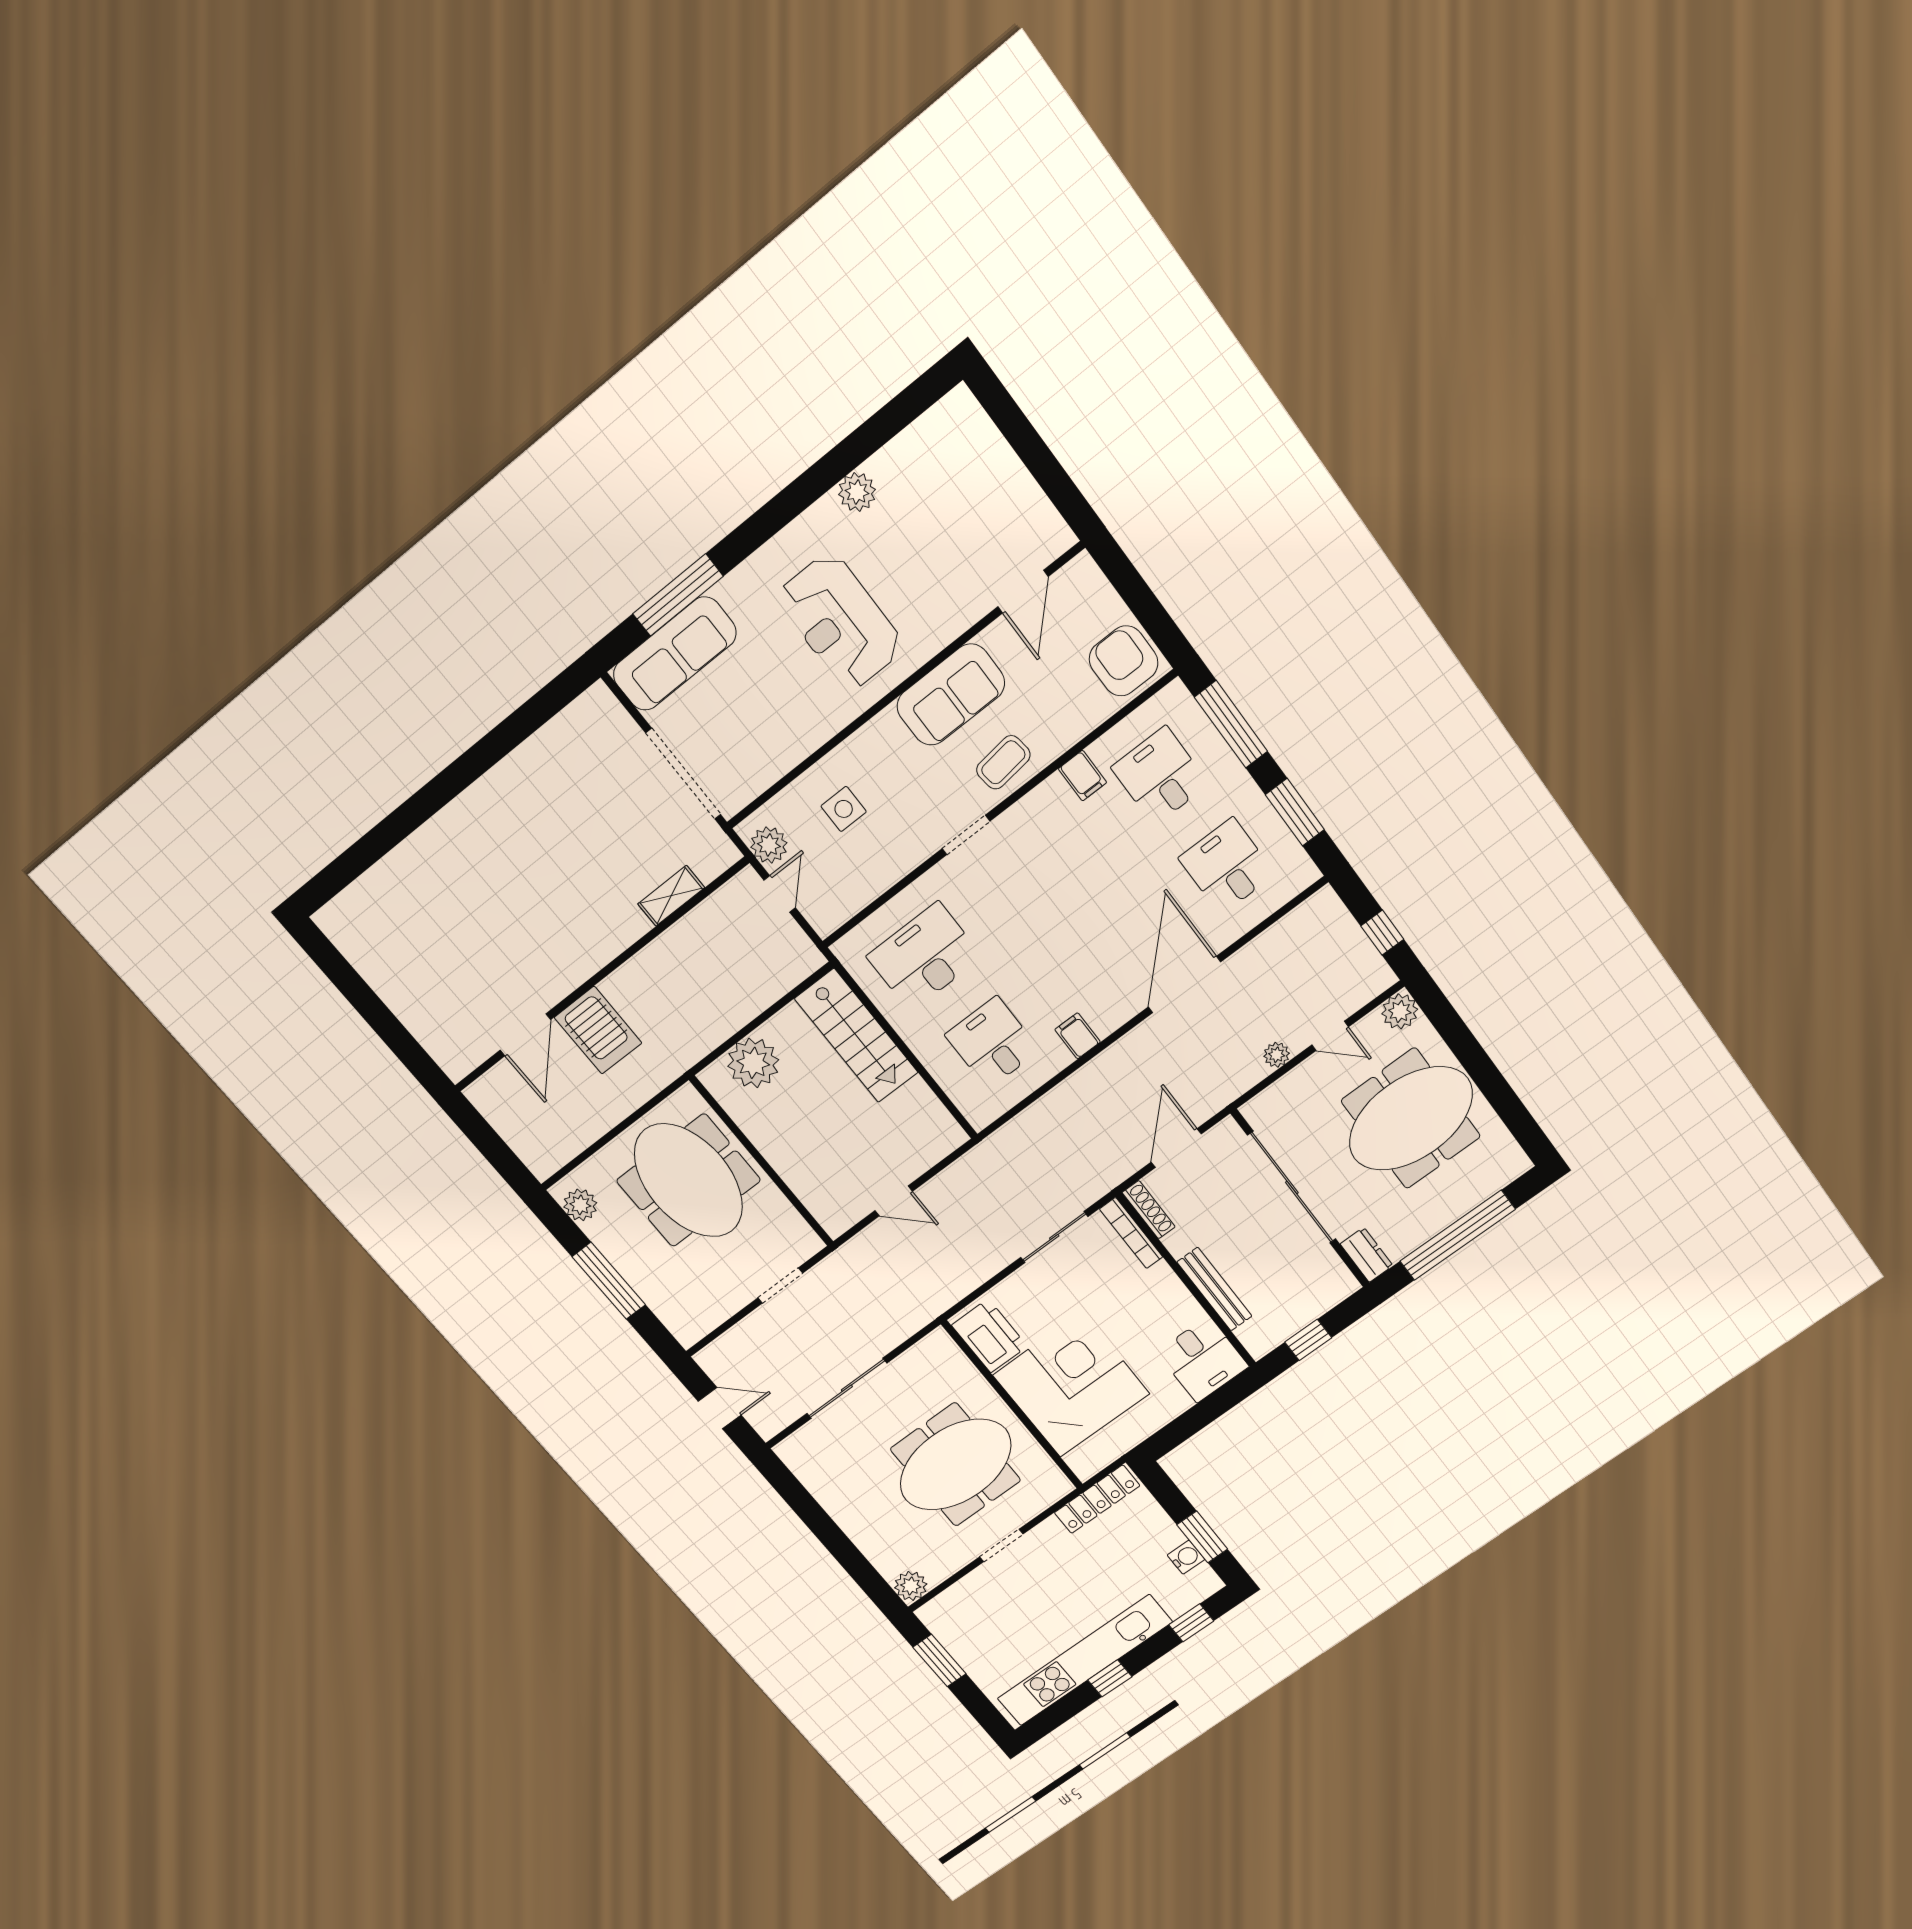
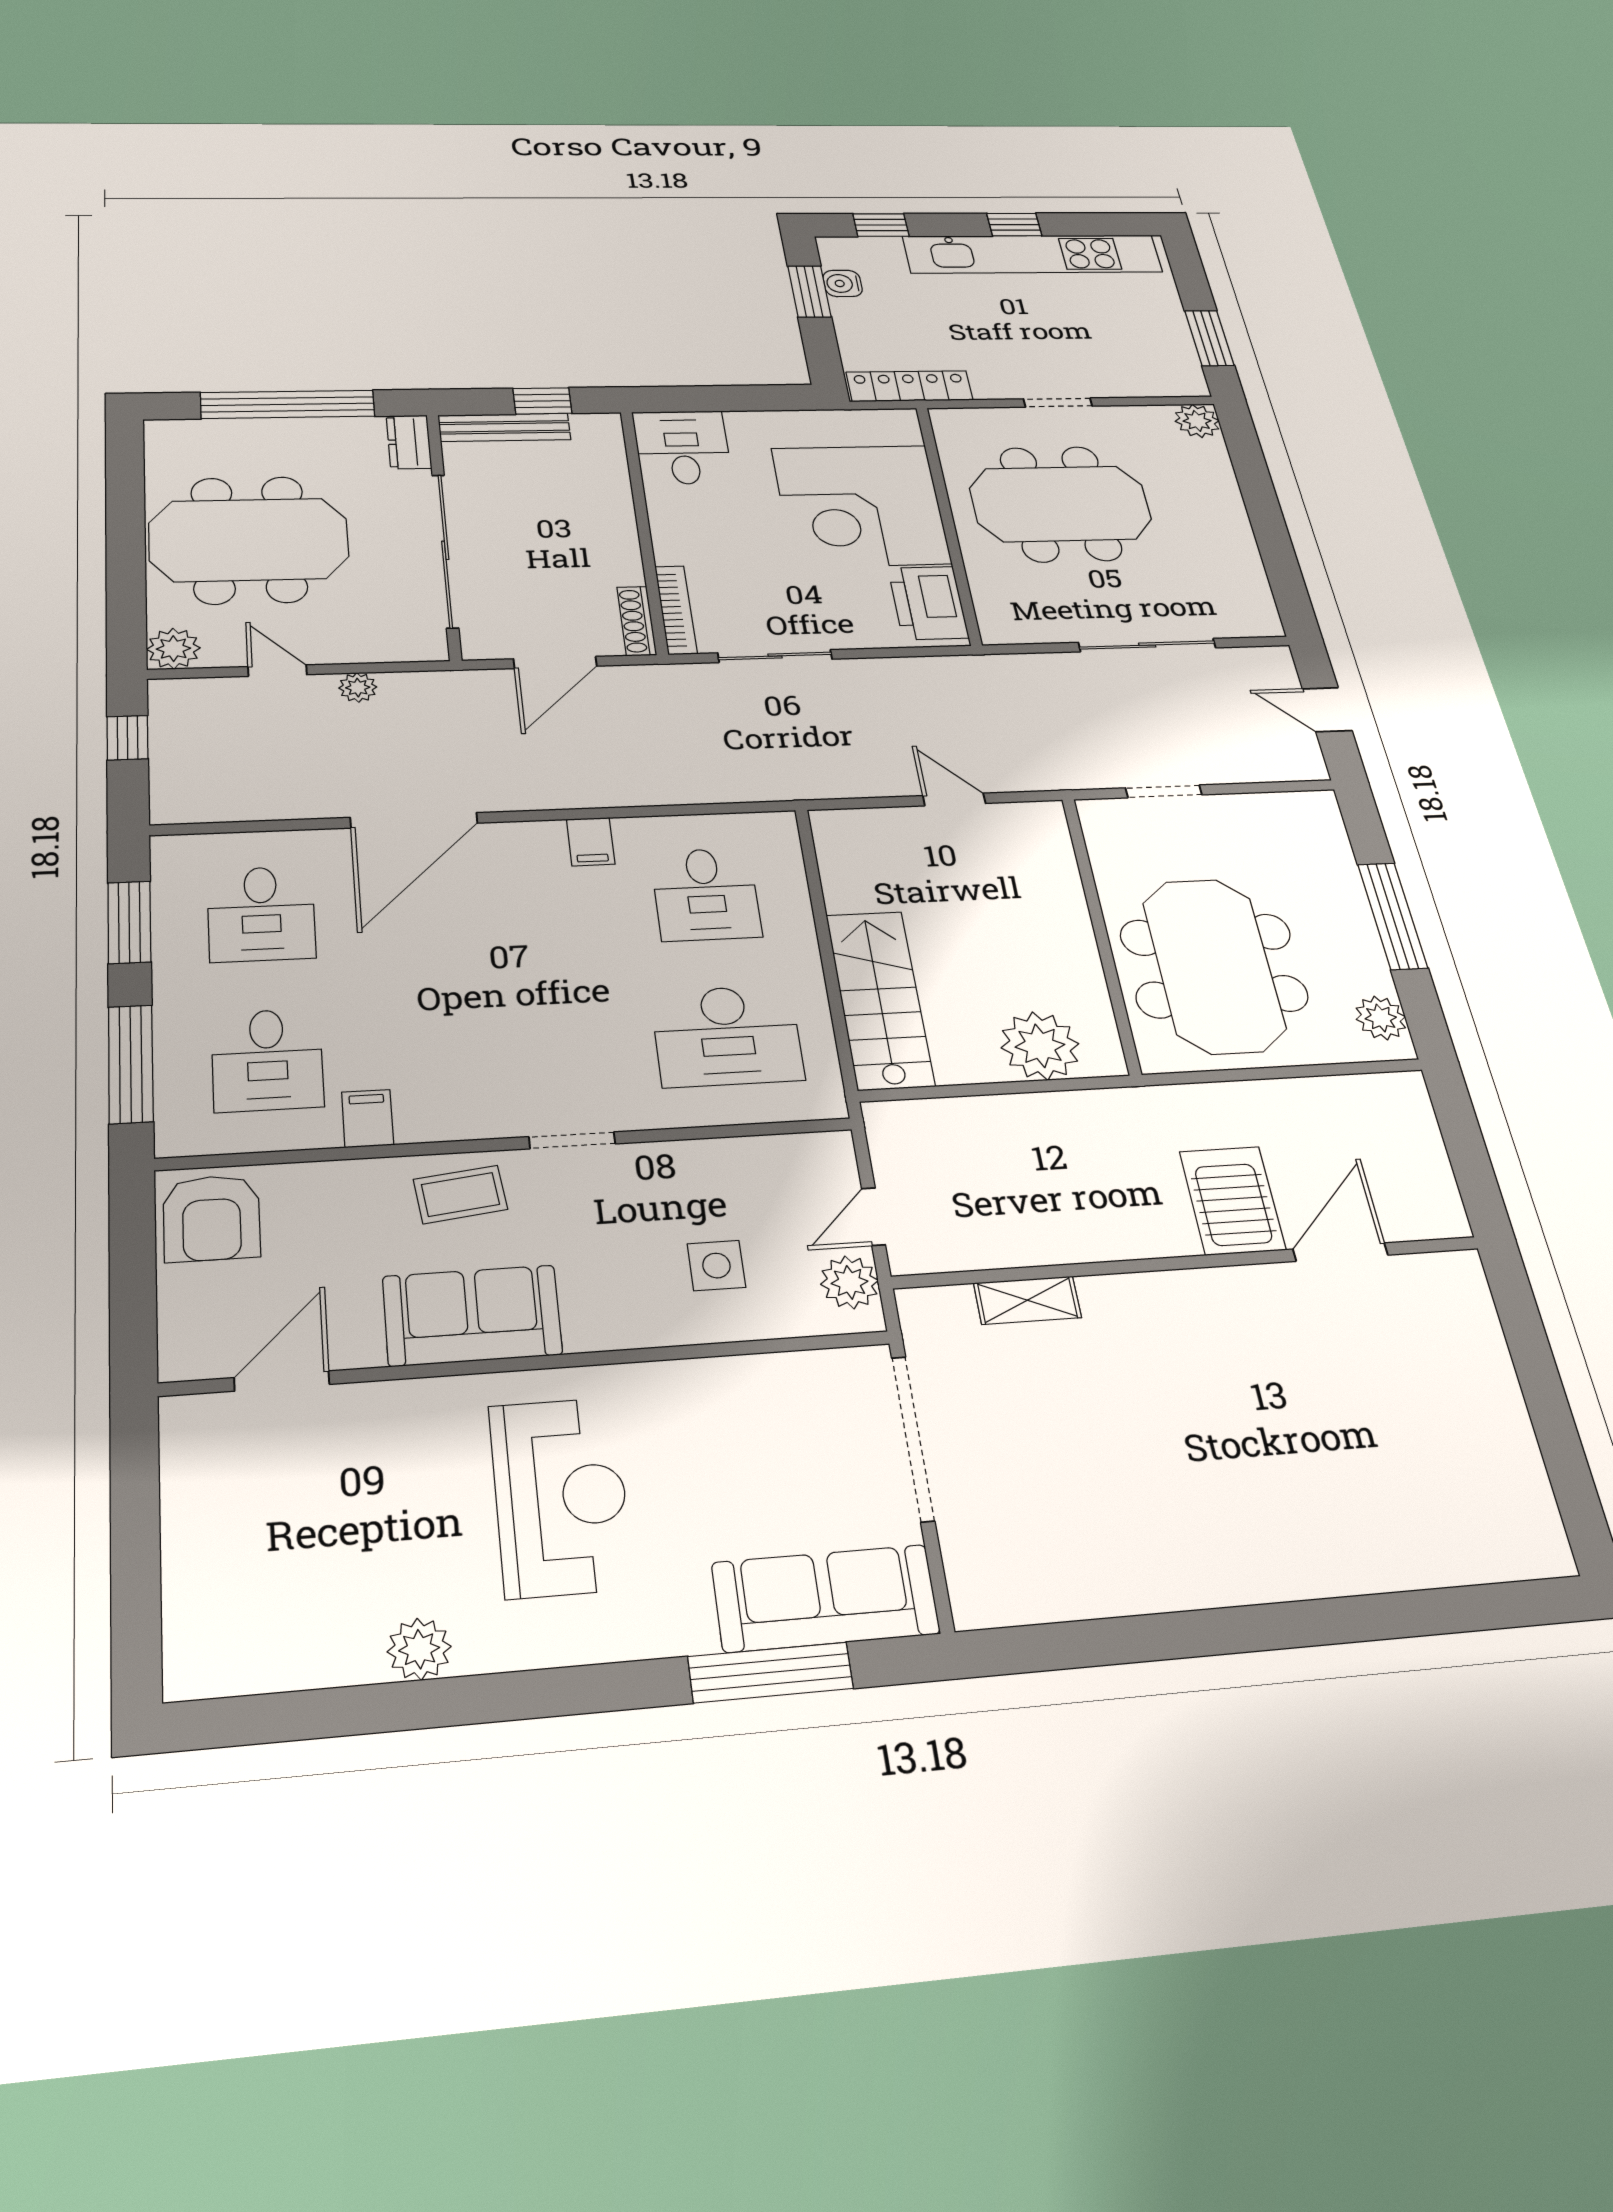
bench: (1214, 1289) -> (504, 427), moved, turned 90

